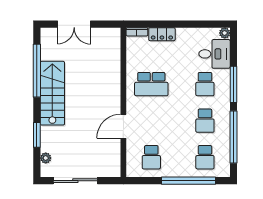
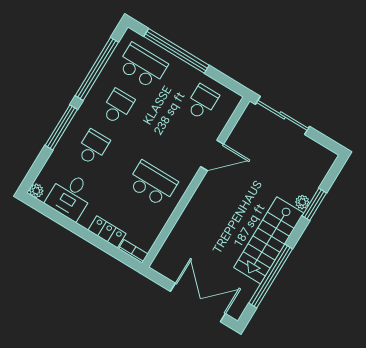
double door: (74, 24) -> (198, 303), width x1.37
desk: (215, 54) -> (70, 196), moved, turned -90
school desk: (205, 157) -> (142, 66), width x1.85
plant: (46, 158) -> (302, 202), moved
sliding door: (75, 181) -> (283, 115), moved

